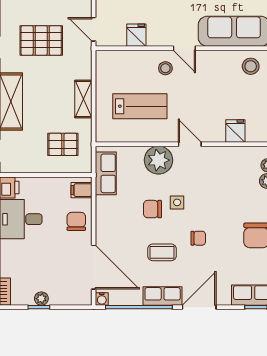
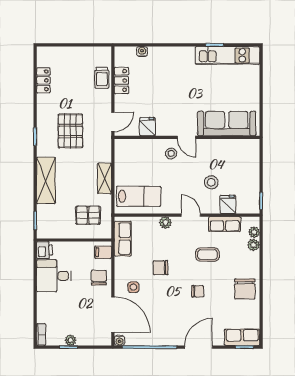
door: (94, 29) -> (113, 122), swing flipped
pallet: (41, 40) -> (70, 131), turned 90
stool: (251, 66) -> (211, 182), moved
lab bench: (140, 106) -> (139, 196), moved
plant: (158, 160) -> (165, 223), width x0.53, depth x0.53
side table: (177, 202) -> (133, 287), moved
coffee table: (162, 252) -> (207, 255), moved
row of seats: (163, 296) -> (225, 224), moved, turned 180

